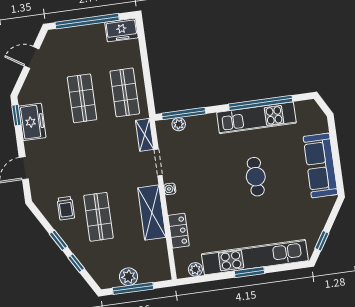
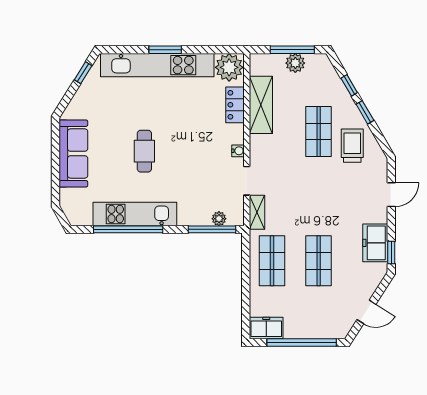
trolley: (66, 208) -> (352, 146), width x1.36, depth x1.39
shelving: (152, 213) -> (261, 105), moved
plant: (195, 269) -> (229, 67), width x1.87, depth x1.87

